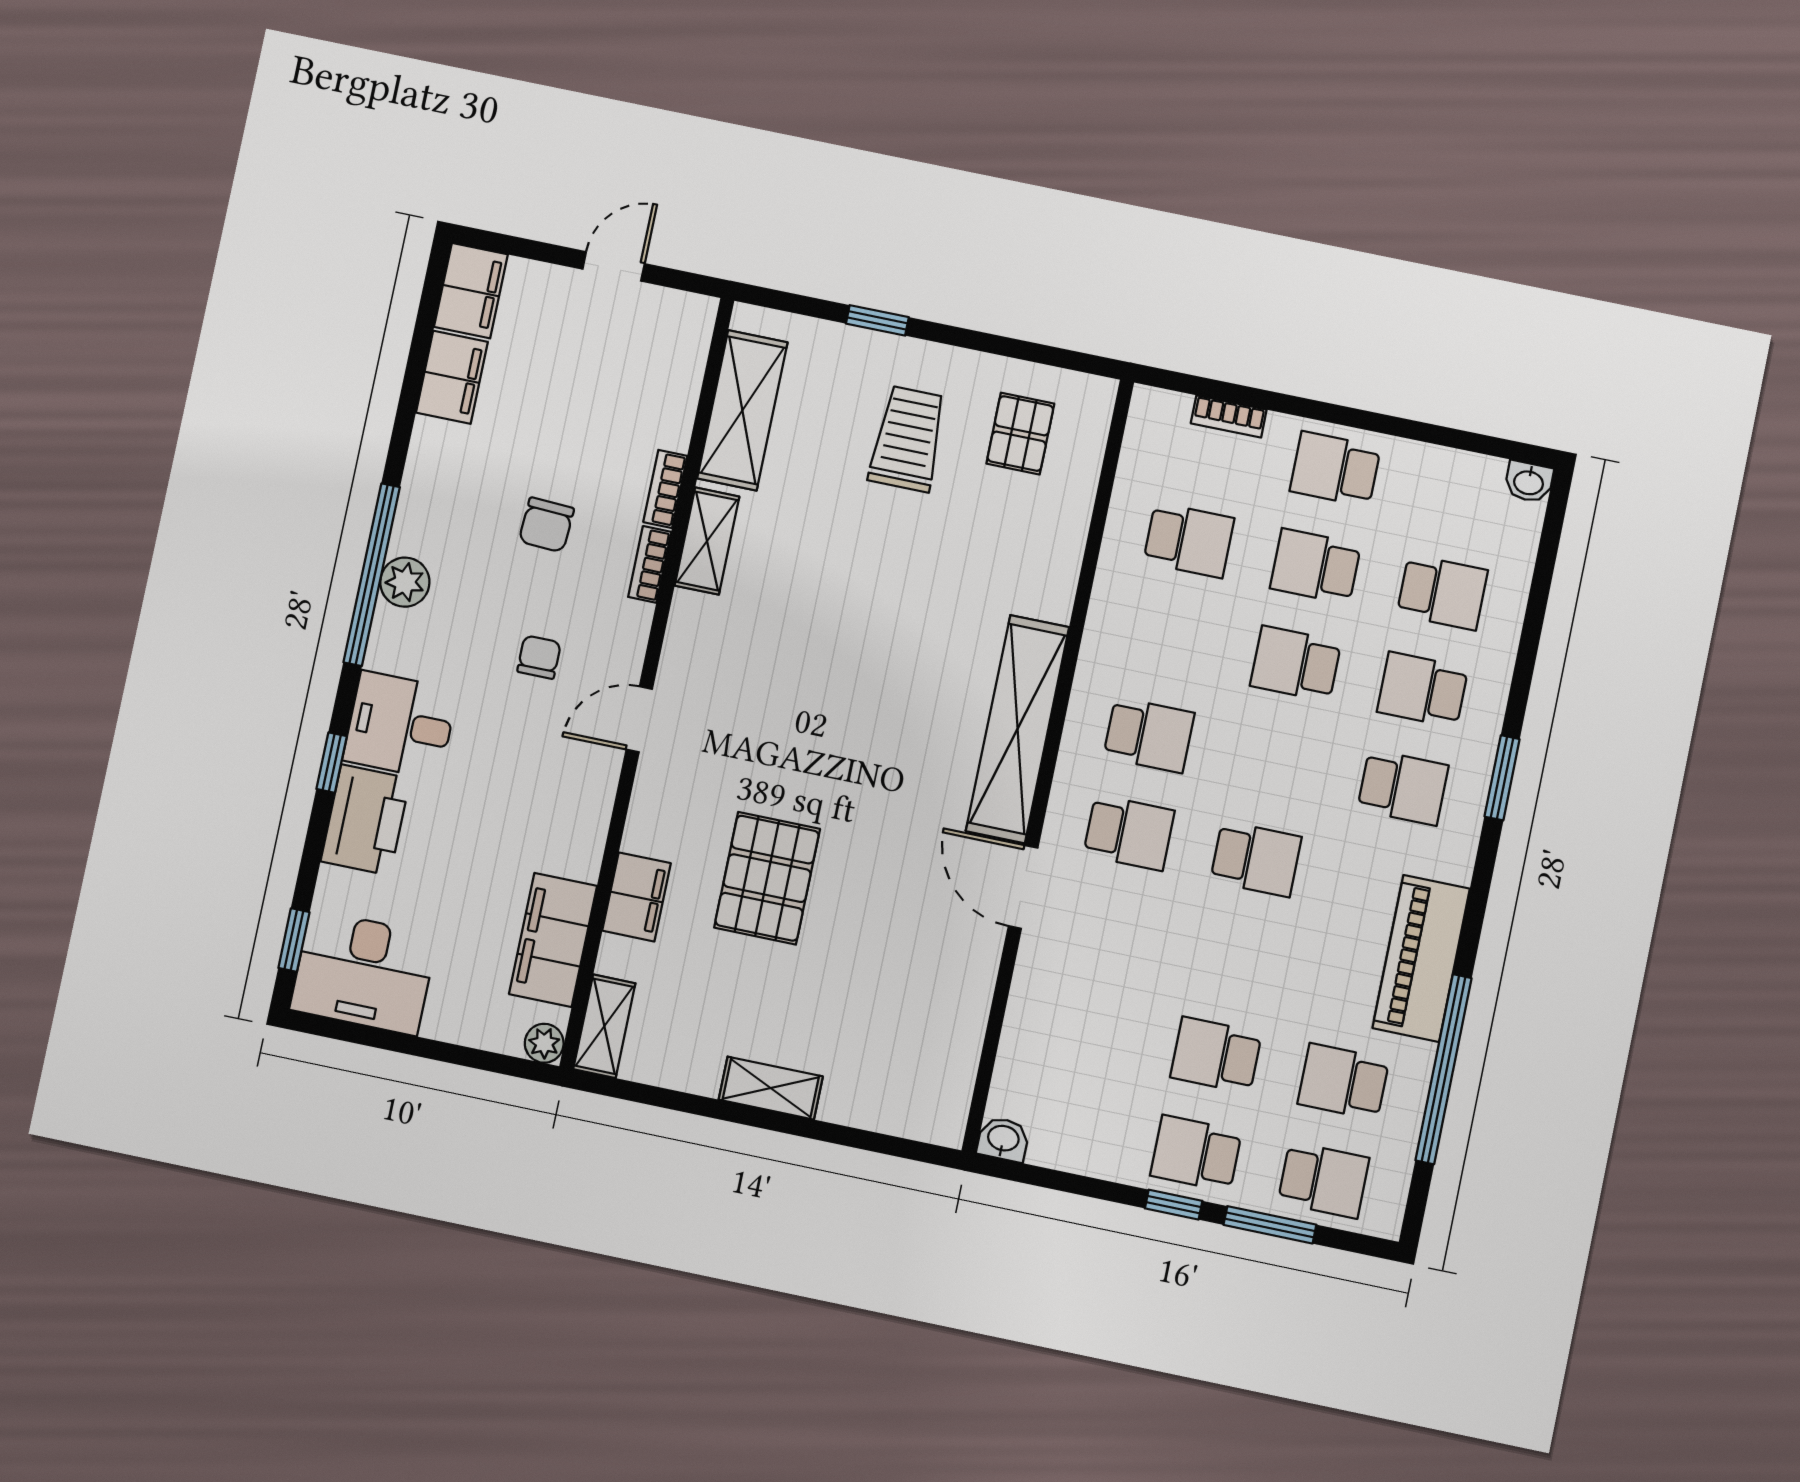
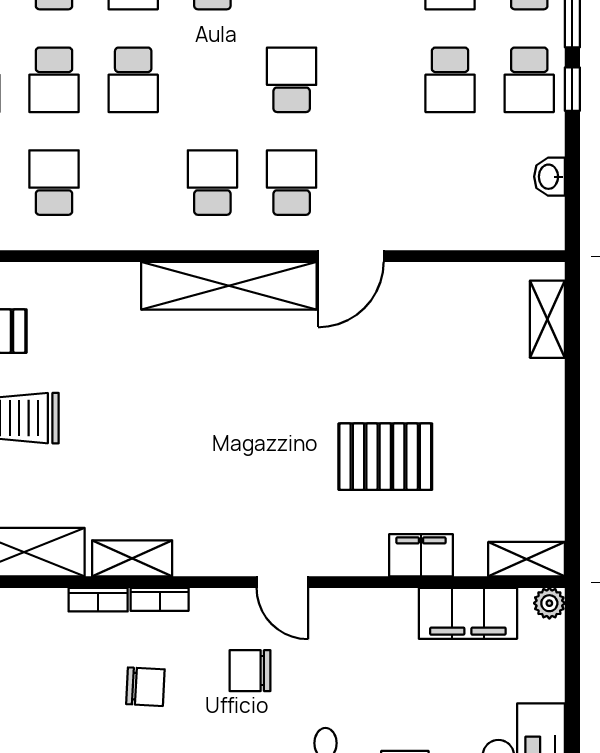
chair: (539, 657) -> (250, 671), width x1.37, depth x1.37
shelving: (771, 1088) -> (547, 319), moved
washbasin: (1003, 1139) -> (549, 177), moved

